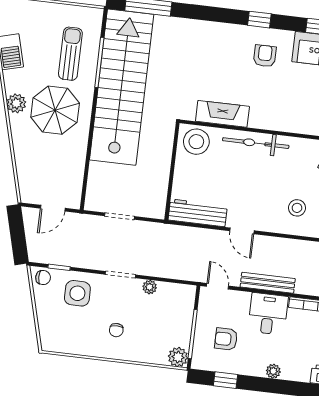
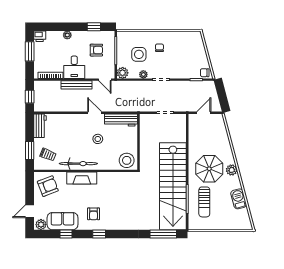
fireplace: (222, 114) -> (82, 178), moved
bicycle: (256, 143) -> (78, 164), moved
stool: (297, 208) -> (98, 139), moved
side table: (77, 293) -> (139, 54), moved
plant: (178, 357) -> (123, 73), moved

